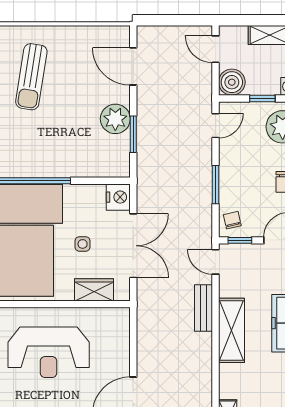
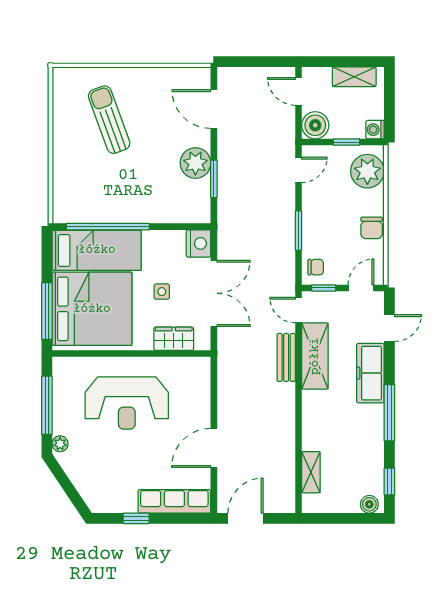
sun lounger: (31, 77) -> (109, 120), turned 151
chair: (232, 220) -> (316, 267), turned 103
shelving: (231, 330) -> (315, 356), moved

